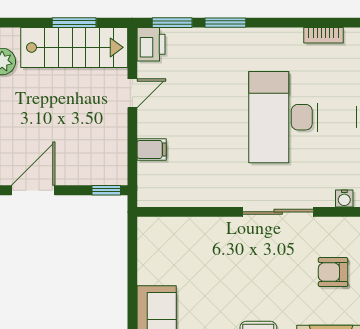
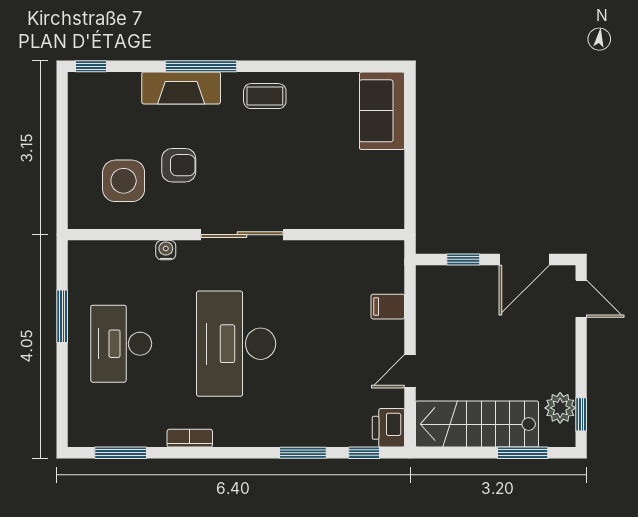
window: (74, 23) -> (523, 453), moved
window: (172, 23) -> (364, 453), width x0.67
desk: (283, 117) -> (236, 344), turned 180
window: (106, 190) -> (463, 259), moved

